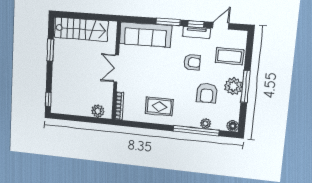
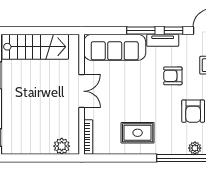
tv unit: (196, 32) -> (163, 40), moved
armchair: (192, 62) -> (173, 76), turned 180
double door: (116, 68) -> (82, 91), swing flipped

